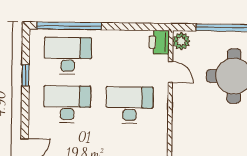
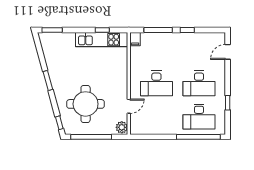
printer: (159, 42) -> (137, 126), removed
door: (170, 72) -> (129, 106), swing flipped

